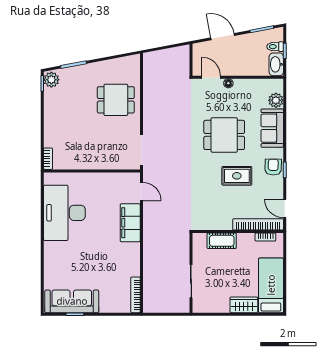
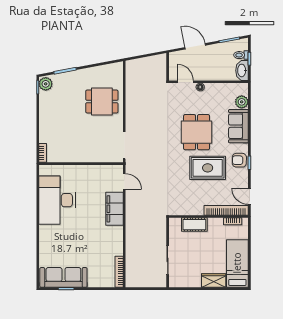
dining table: (224, 135) -> (197, 132), turned 90
armchair: (273, 167) -> (239, 160), turned -90
rug: (237, 176) -> (208, 168), width x1.36, depth x1.43

